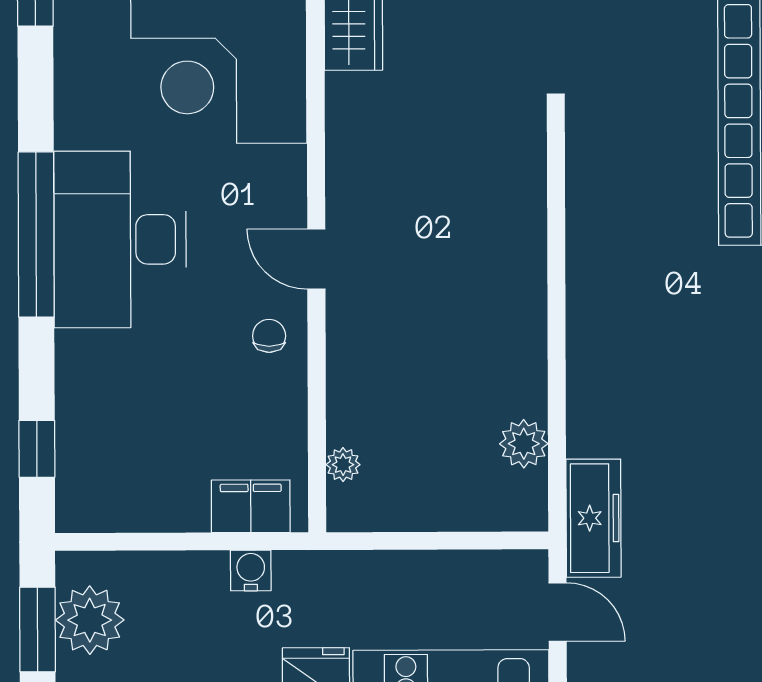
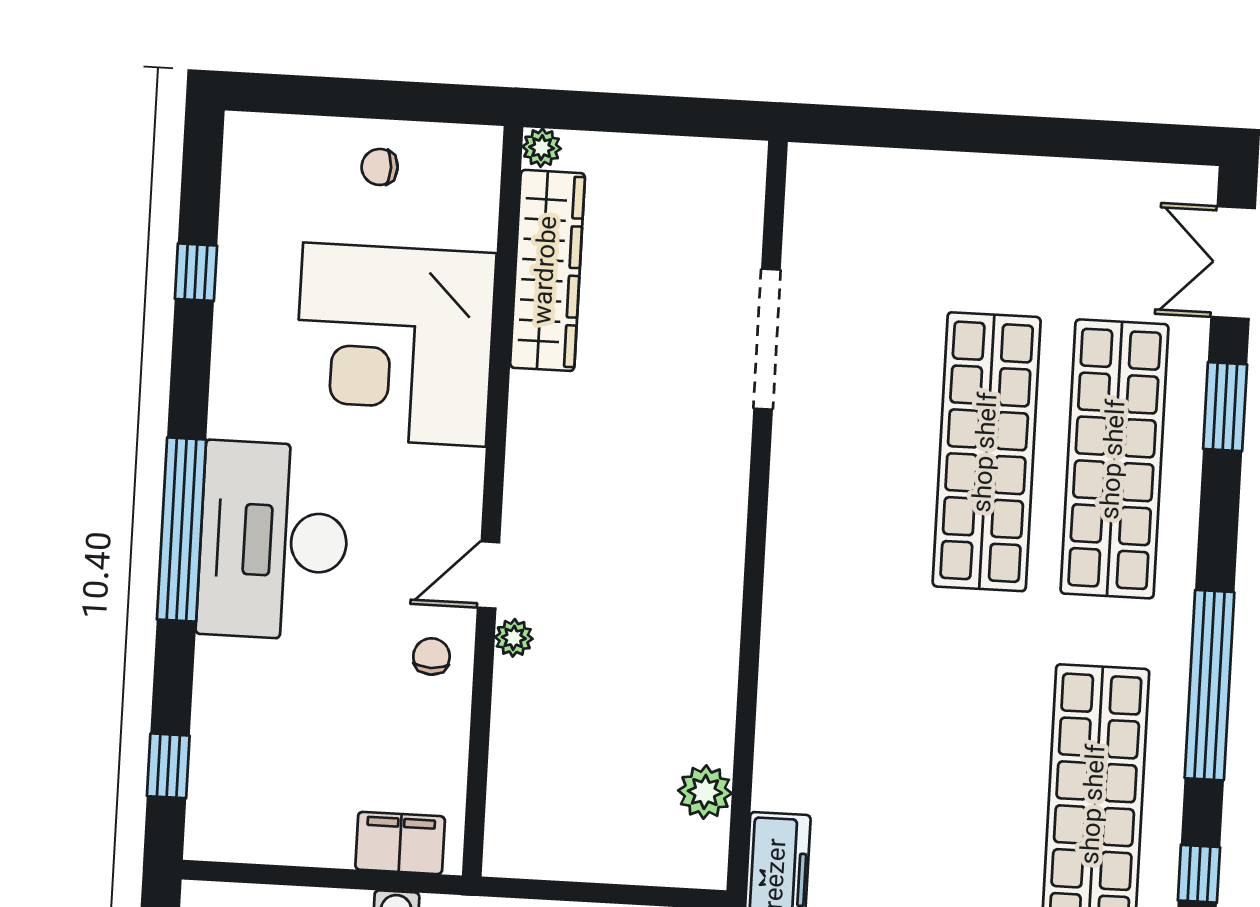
door: (316, 259) -> (489, 575), hinge flipped
plant: (343, 465) -> (514, 638), moved

